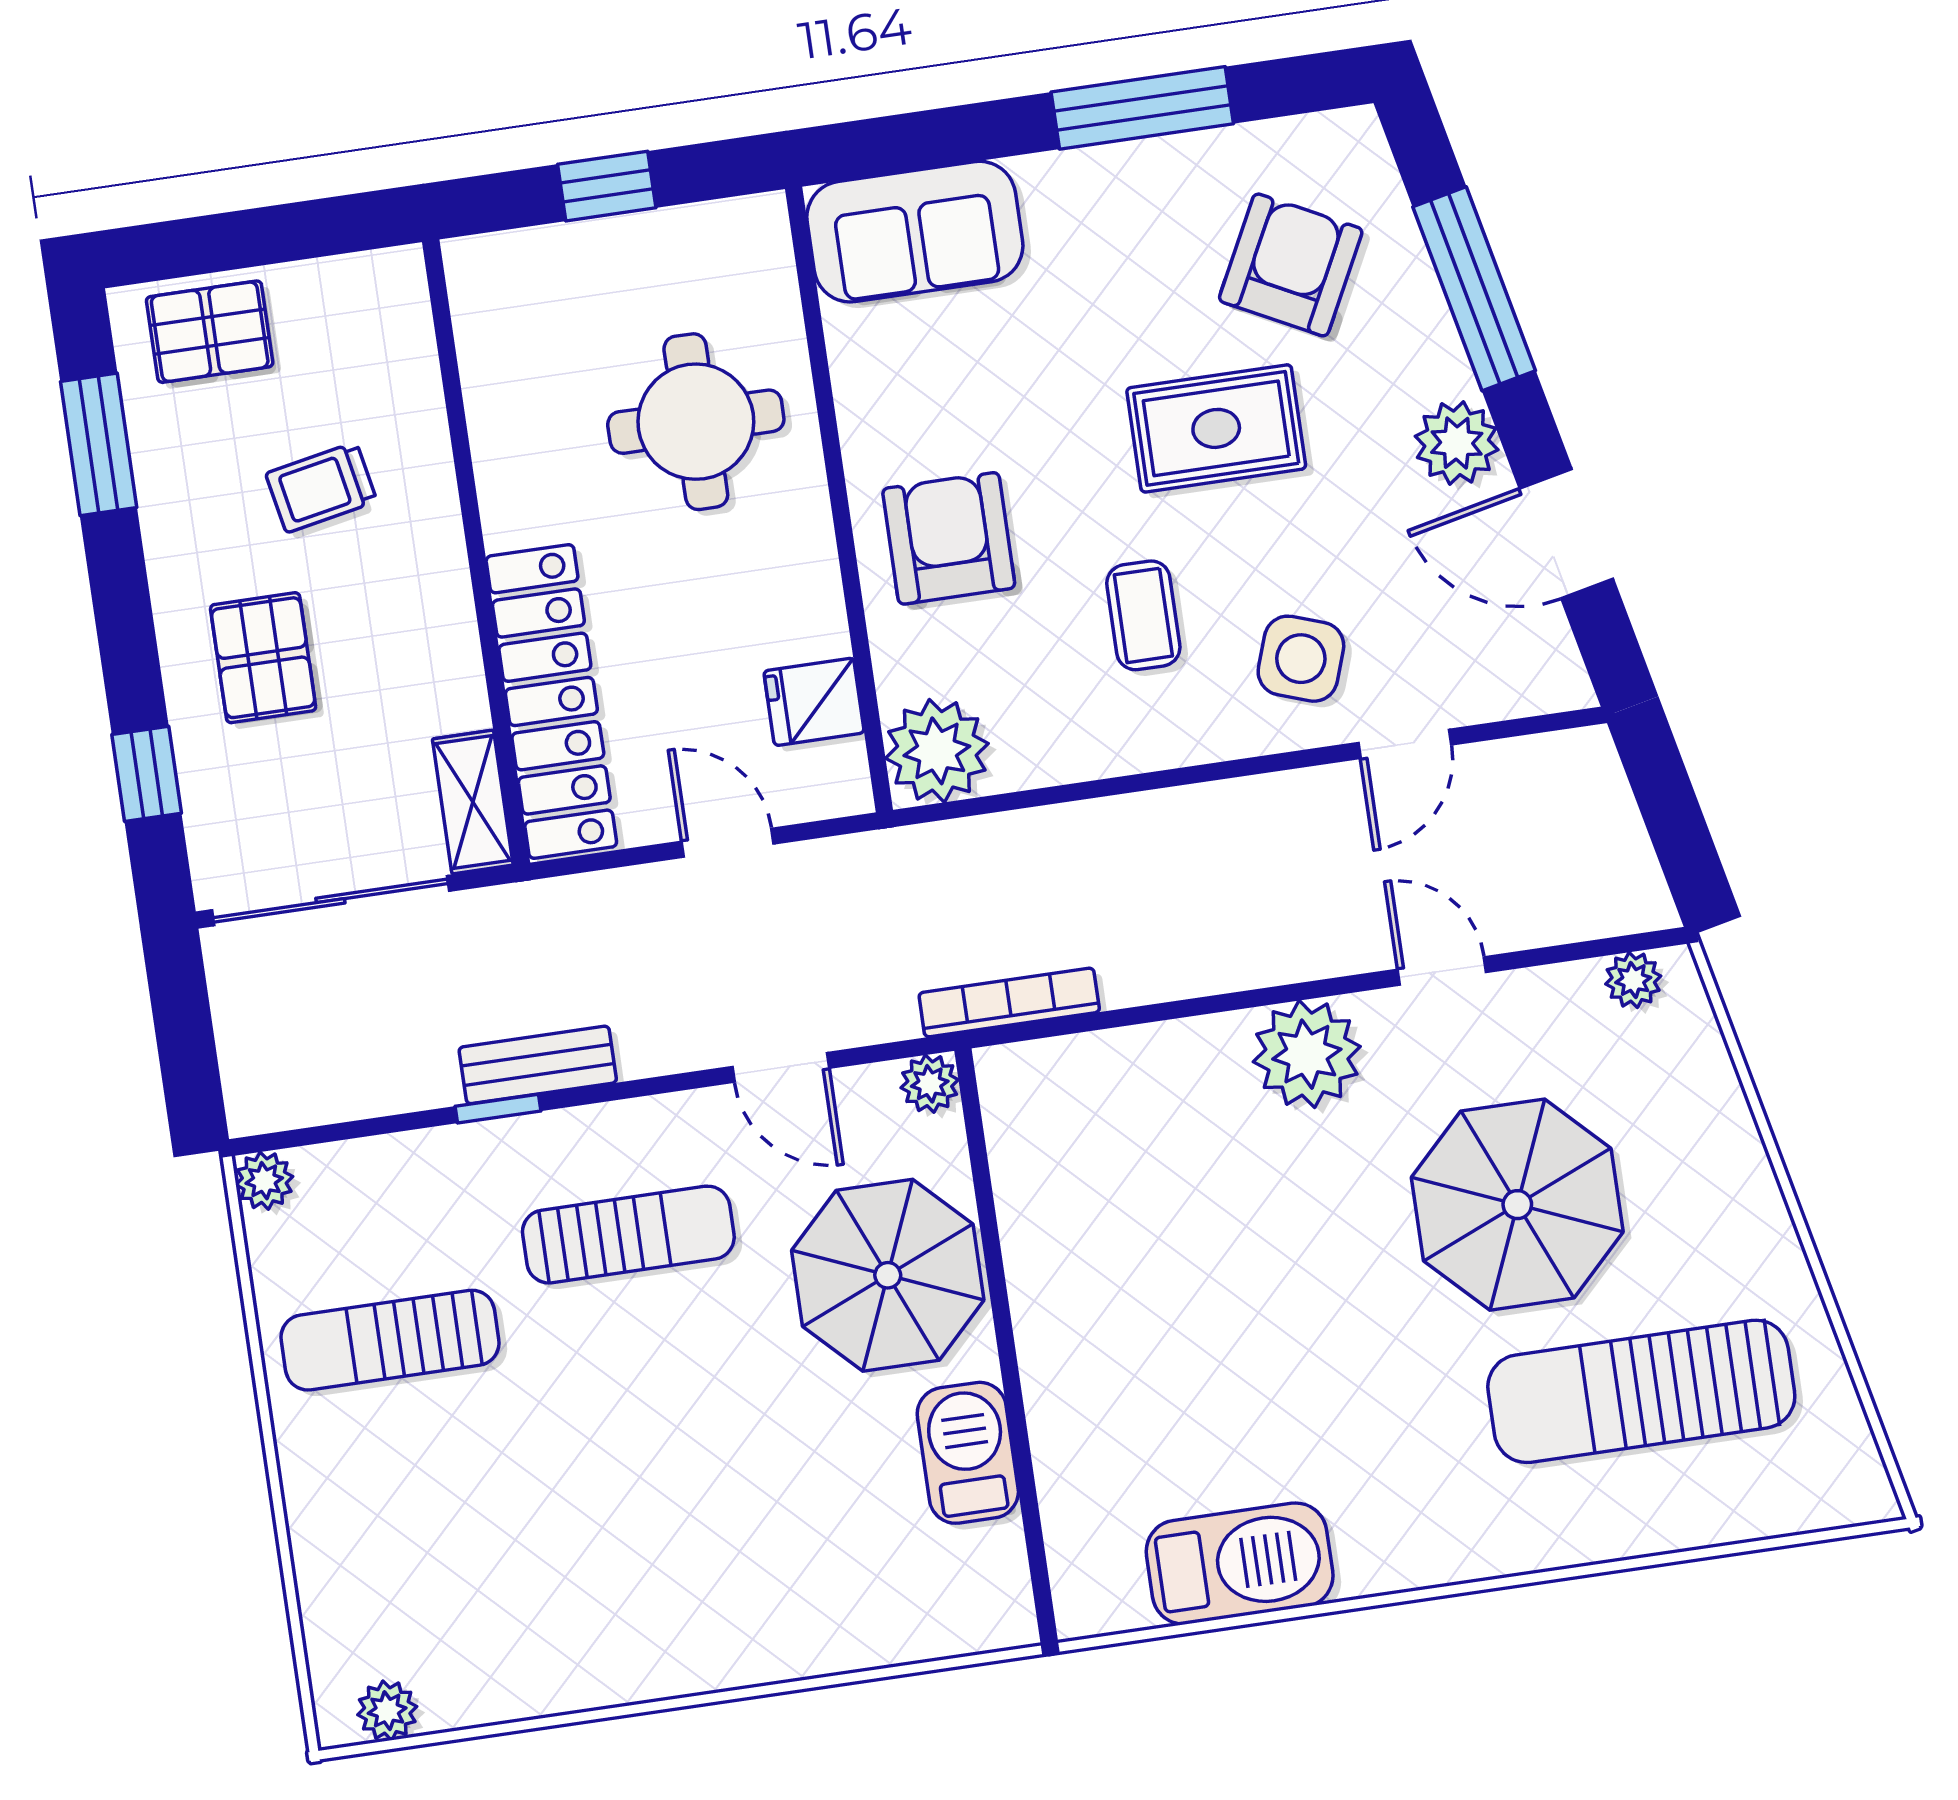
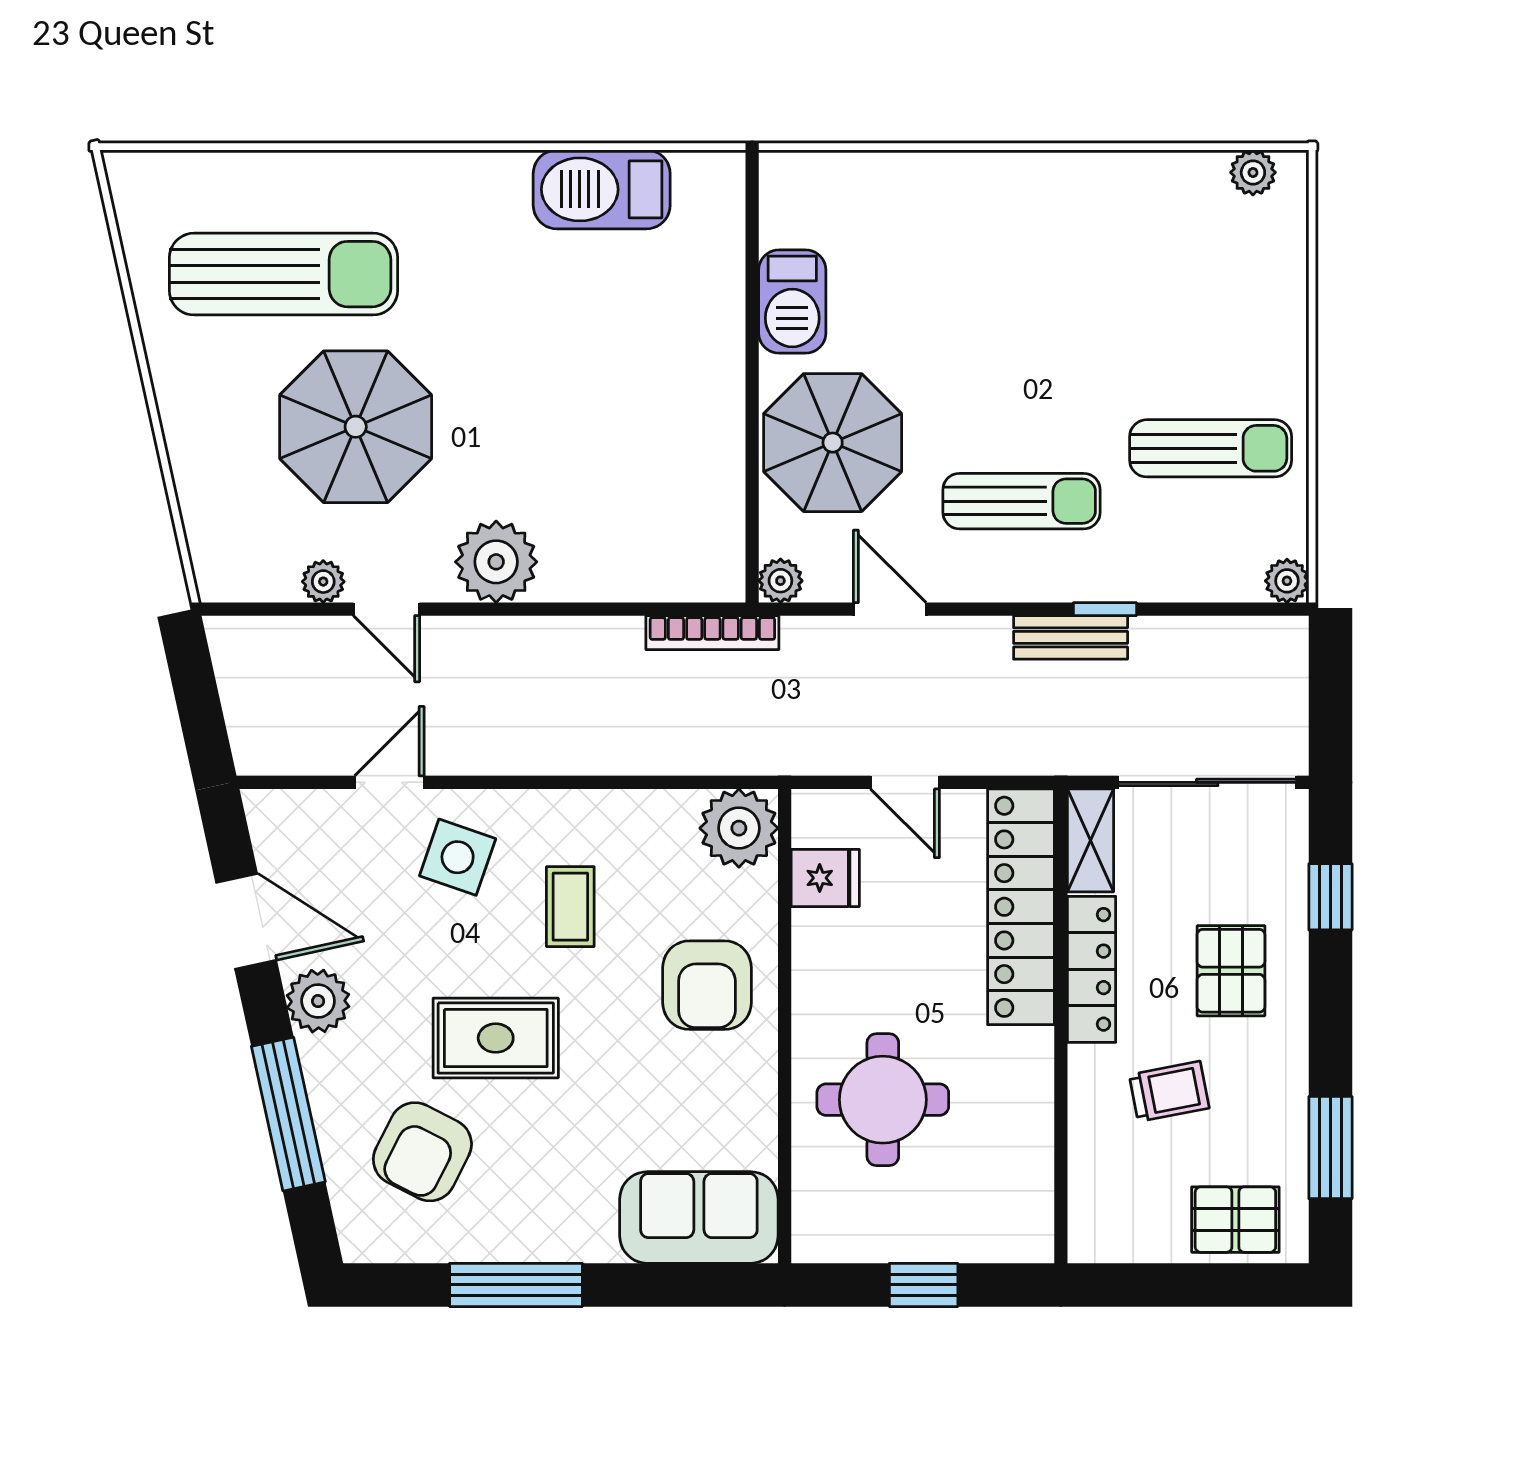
locker: (447, 633) -> (1091, 969), added
plant: (1633, 980) -> (323, 582), moved
sun lounger: (628, 1235) -> (1021, 501), turned 180

